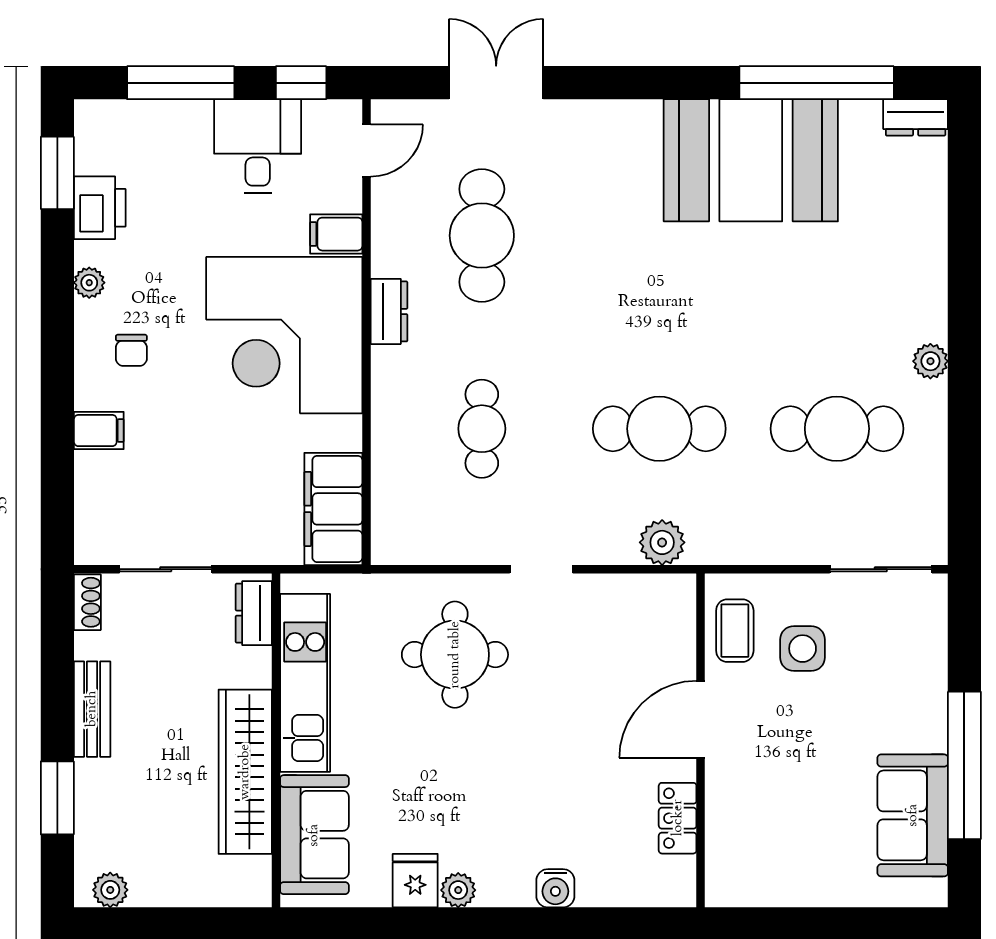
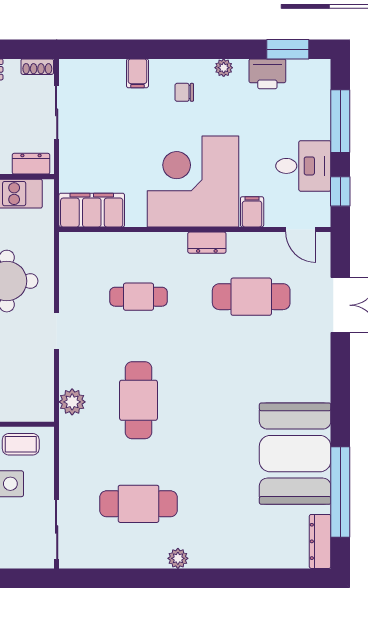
dresser: (916, 117) -> (320, 541), width x1.44
cafe table: (837, 429) -> (138, 504), turned 90

